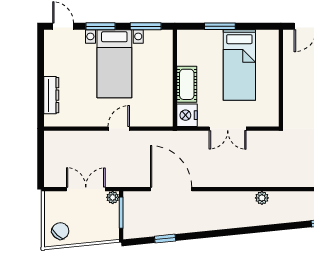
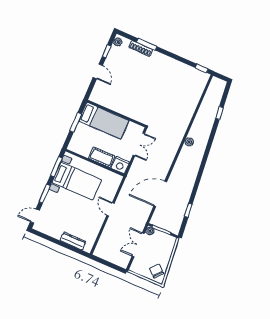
bed with nightstands: (114, 64) -> (77, 181), moved
wall: (281, 78) -> (116, 113), moved

